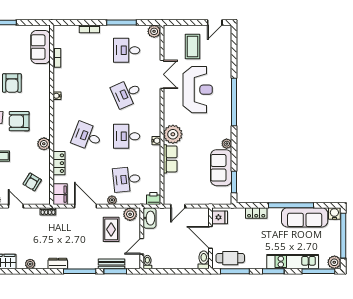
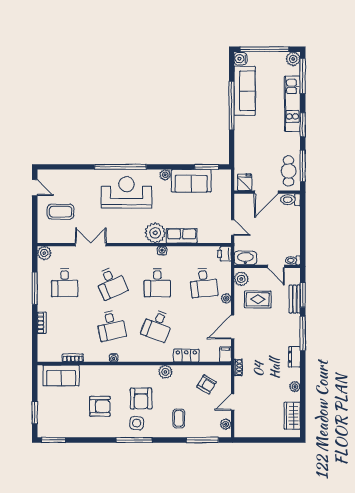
reception desk: (198, 90) -> (126, 193), moved
desk: (87, 93) -> (111, 325), added
filing cabinet: (60, 194) -> (225, 354), width x0.50
locker: (256, 213) -> (240, 143), removed

